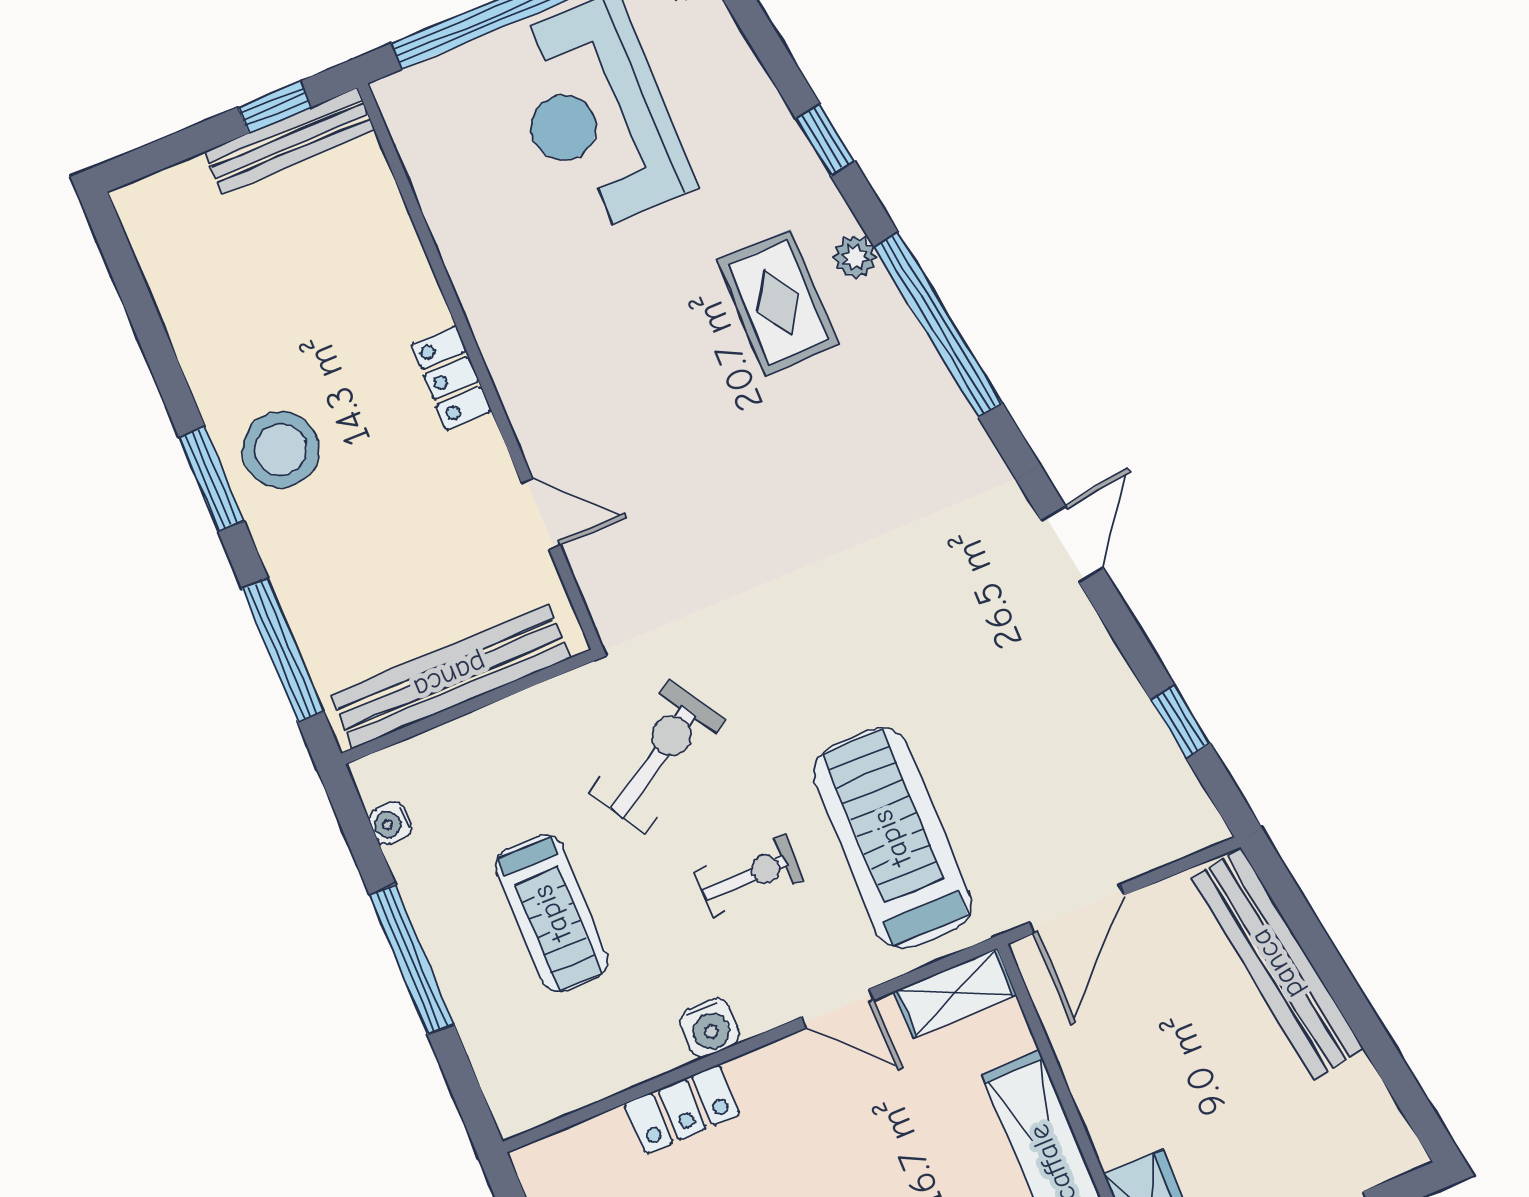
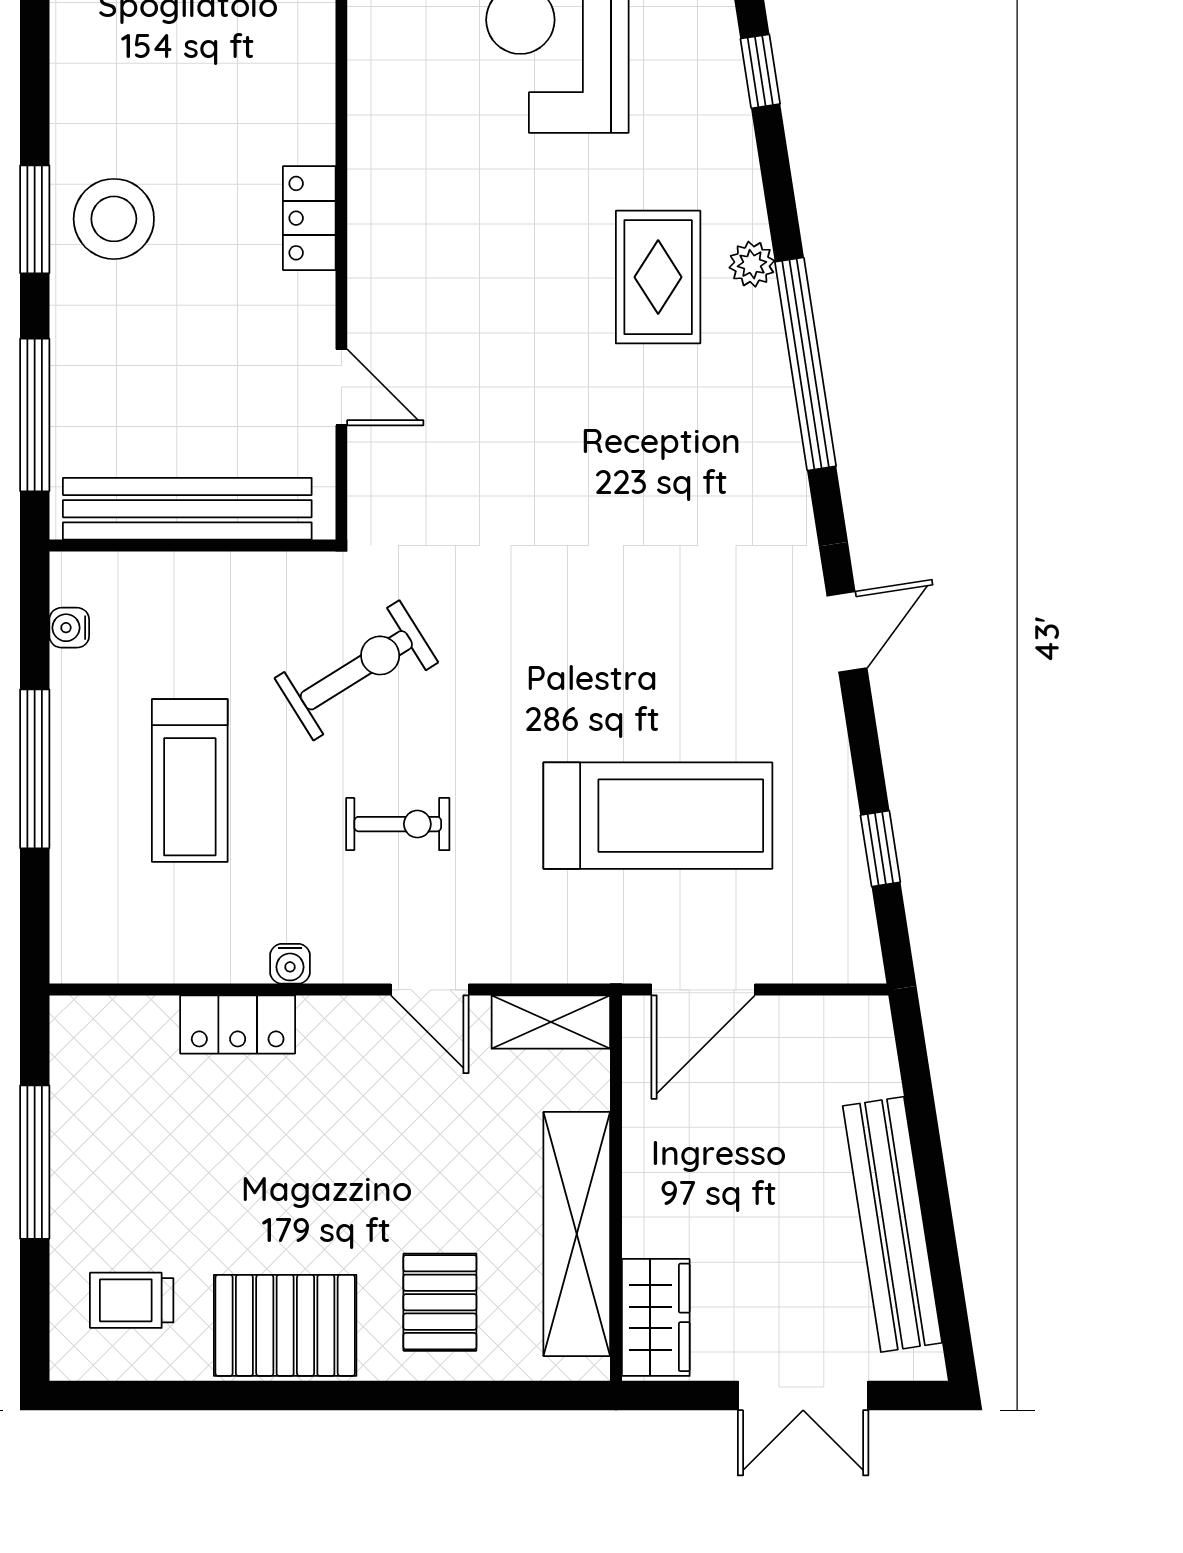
window: (825, 140) -> (760, 71), moved
treadmill: (892, 838) -> (658, 816), moved, turned 90
bench: (1277, 964) -> (892, 1224), moved
water cooler: (710, 1028) -> (290, 964), width x0.72, depth x0.72

